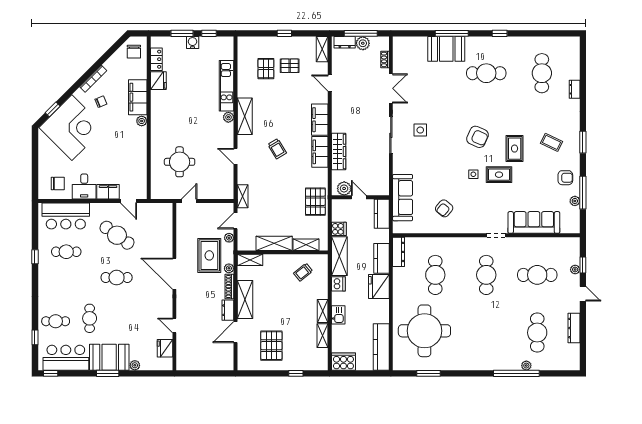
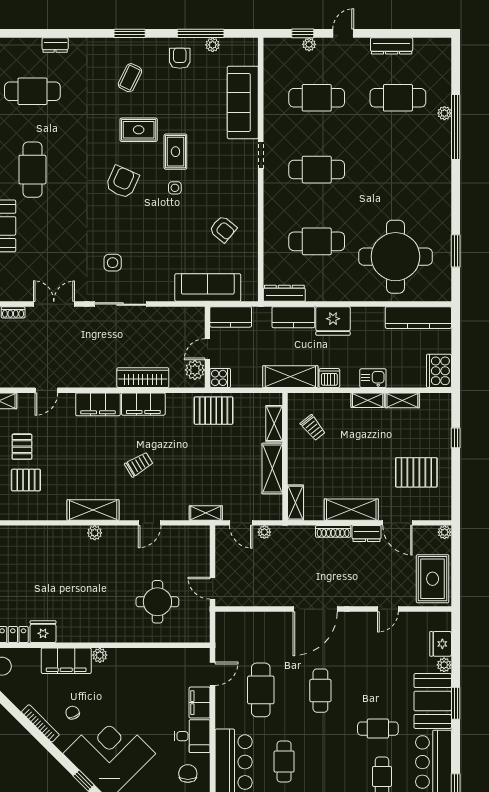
kitchen unit: (227, 86) -> (50, 536), removed
cooker: (339, 229) -> (220, 378), moved, turned 90
cafe table: (117, 235) -> (261, 690), turned -36
rug: (209, 255) -> (433, 579), moved, turned 90
plant: (229, 268) -> (445, 532), moved
cafe table: (537, 275) -> (317, 98), turned 90
fridge: (165, 348) -> (441, 644), moved, turned 90

